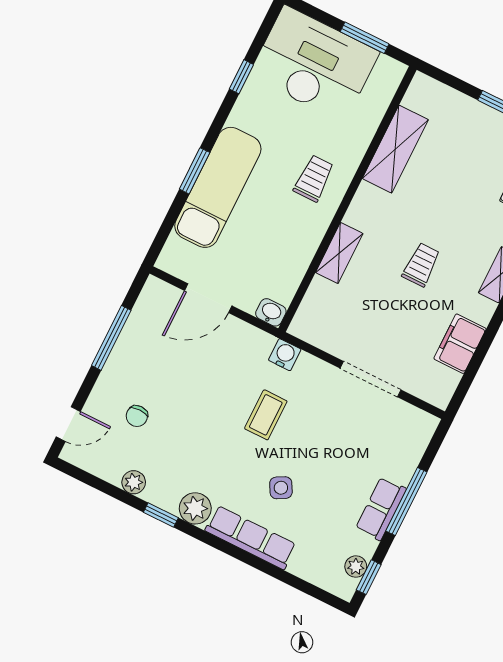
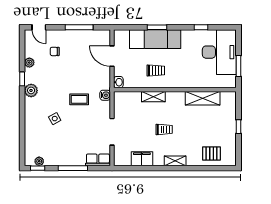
trolley: (314, 178) -> (156, 71), moved
row of seats: (381, 509) -> (98, 160), moved
row of seats: (251, 538) -> (30, 117), removed

